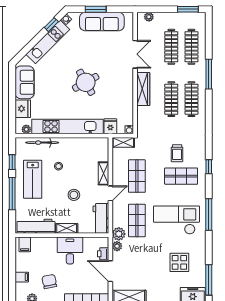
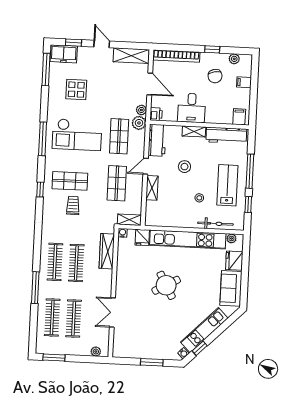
sofa: (102, 22) -> (146, 349), removed
wardrobe: (143, 89) -> (107, 251), moved
printer: (103, 254) -> (156, 114), moved

